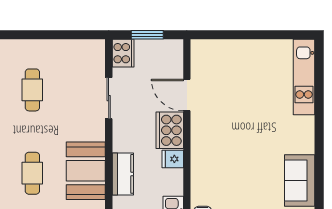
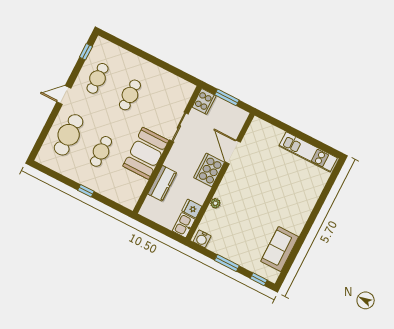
kitchen unit: (304, 77) -> (308, 152), moved, turned -90
fridge: (173, 159) -> (192, 209), moved
plant: (197, 165) -> (215, 203), added
booth: (86, 171) -> (146, 153), moved

